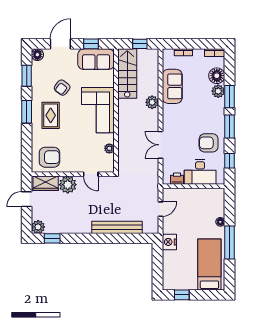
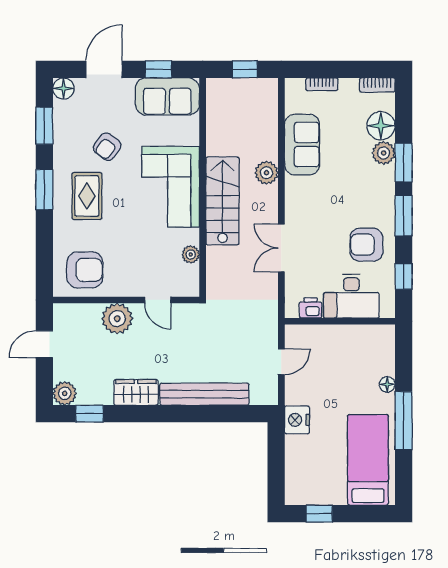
stairs: (127, 74) -> (222, 201), moved
wardrobe: (46, 183) -> (136, 392), moved, turned 180

